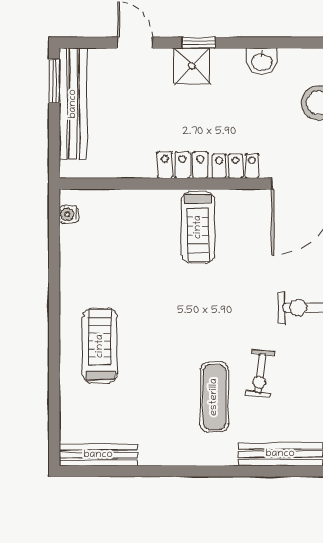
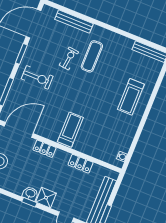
window: (199, 43) -> (29, 202), moved
washbasin: (262, 61) -> (30, 194), moved
locker: (182, 165) -> (81, 164), moved

